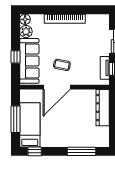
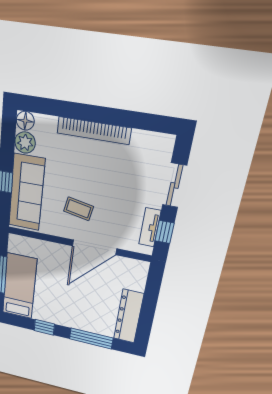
door: (57, 87) -> (94, 247), moved
dresser: (103, 108) -> (129, 316), moved
window: (35, 151) -> (44, 327), moved

